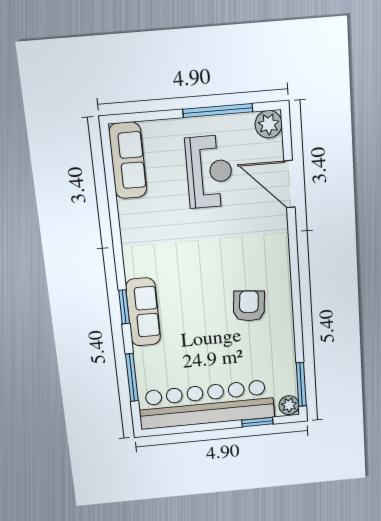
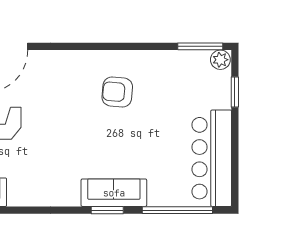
window: (132, 378) -> (177, 210), width x1.46
bar counter: (206, 405) -> (212, 158), width x0.73

